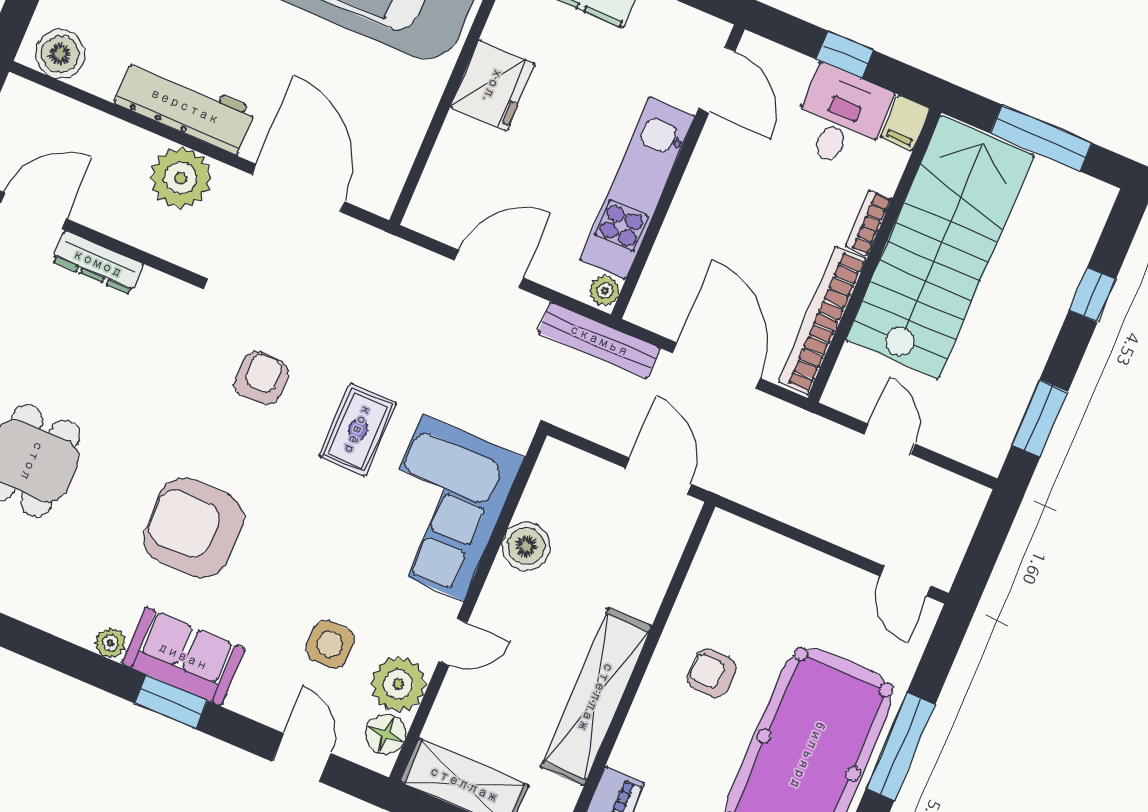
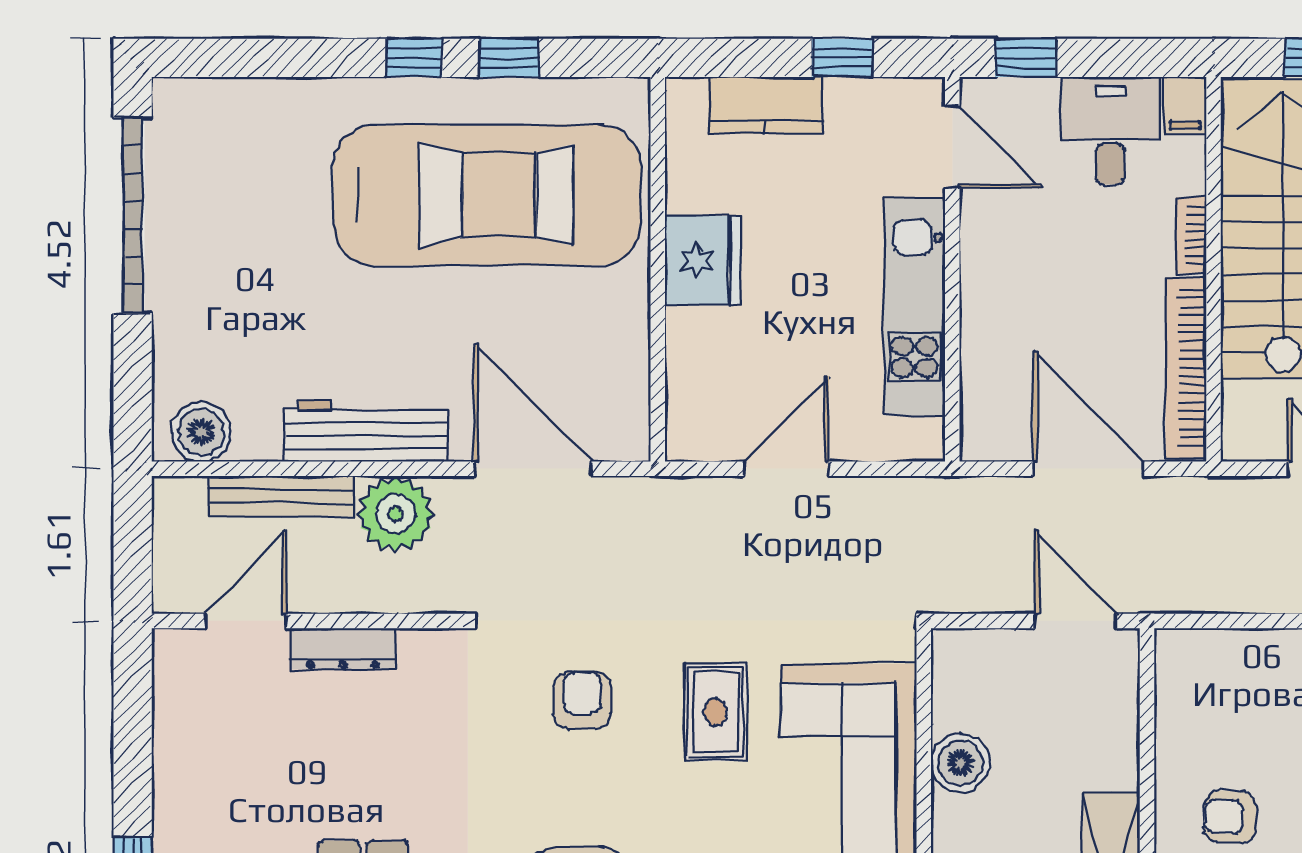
window: (845, 55) -> (1026, 58), moved
plant: (605, 291) -> (927, 438), removed
bench: (599, 340) -> (281, 496), moved

